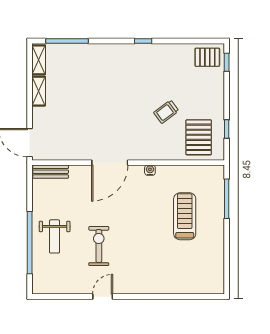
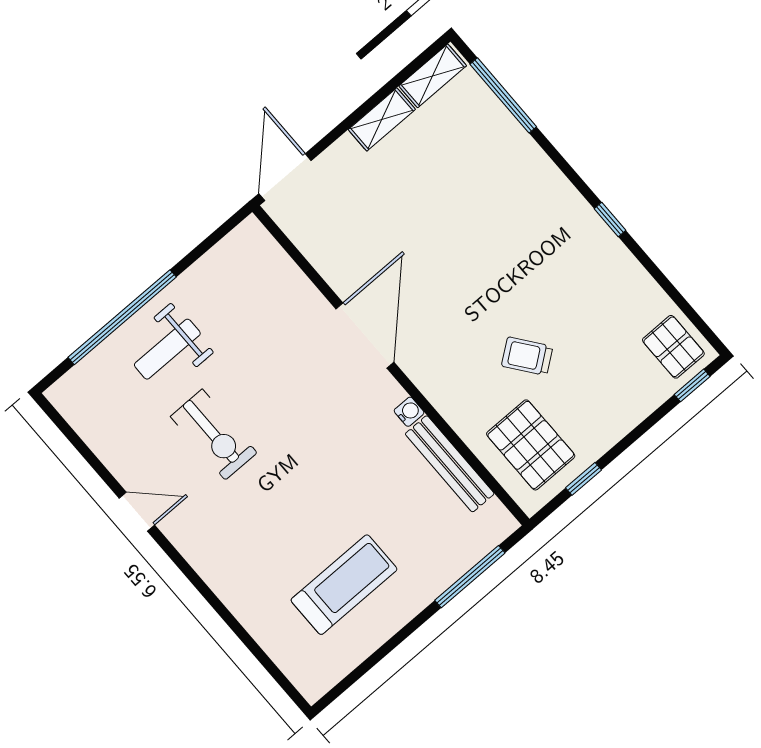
pallet: (199, 137) -> (531, 445), turned 90
door: (110, 163) -> (365, 335), swing flipped
bench: (51, 172) -> (450, 464), moved, width x1.36
treadmill: (185, 216) -> (344, 585), moved
exercise bike: (99, 246) -> (214, 435), turned 90

